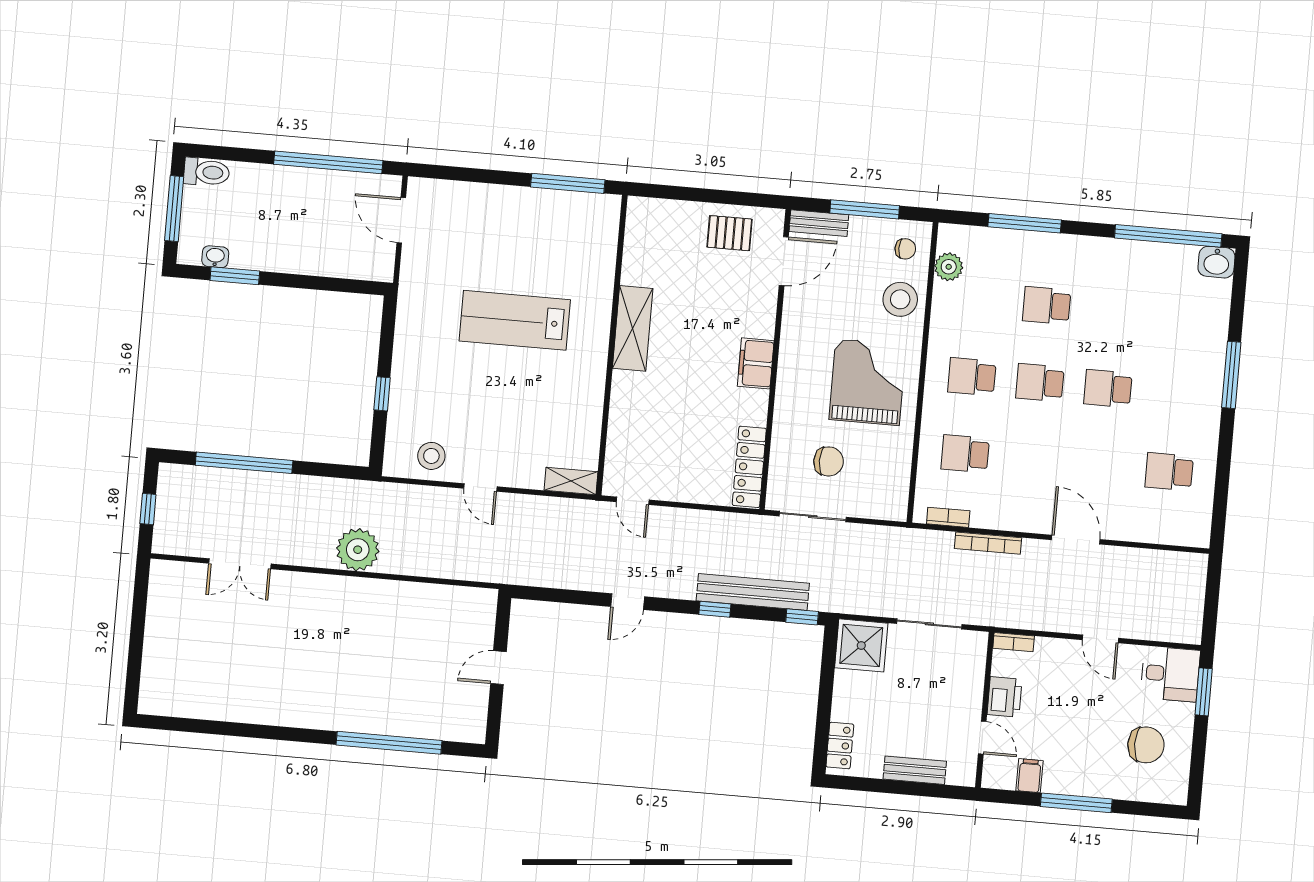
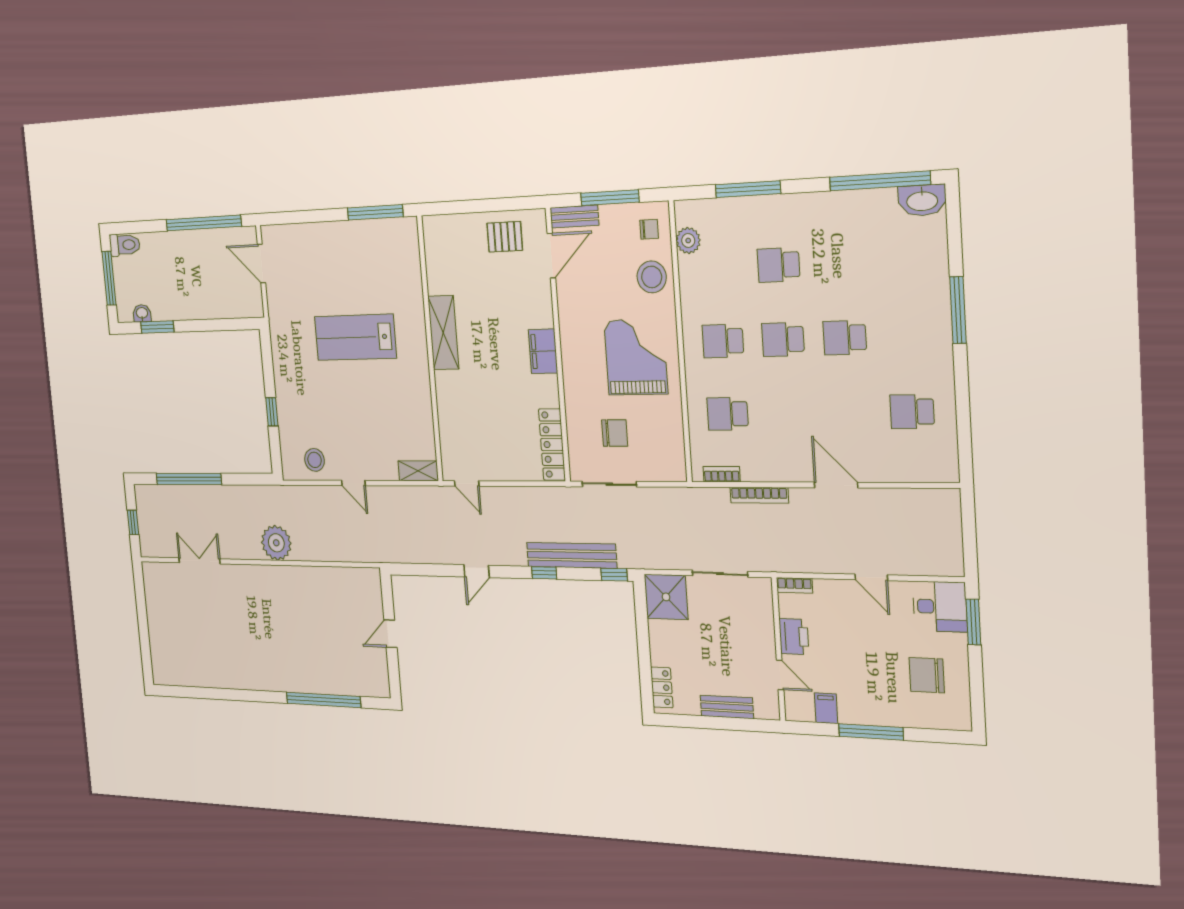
washbasin: (1216, 262) -> (922, 200), width x1.38
double door: (240, 564) -> (199, 561), swing flipped
chair: (1146, 745) -> (927, 675), turned 180

